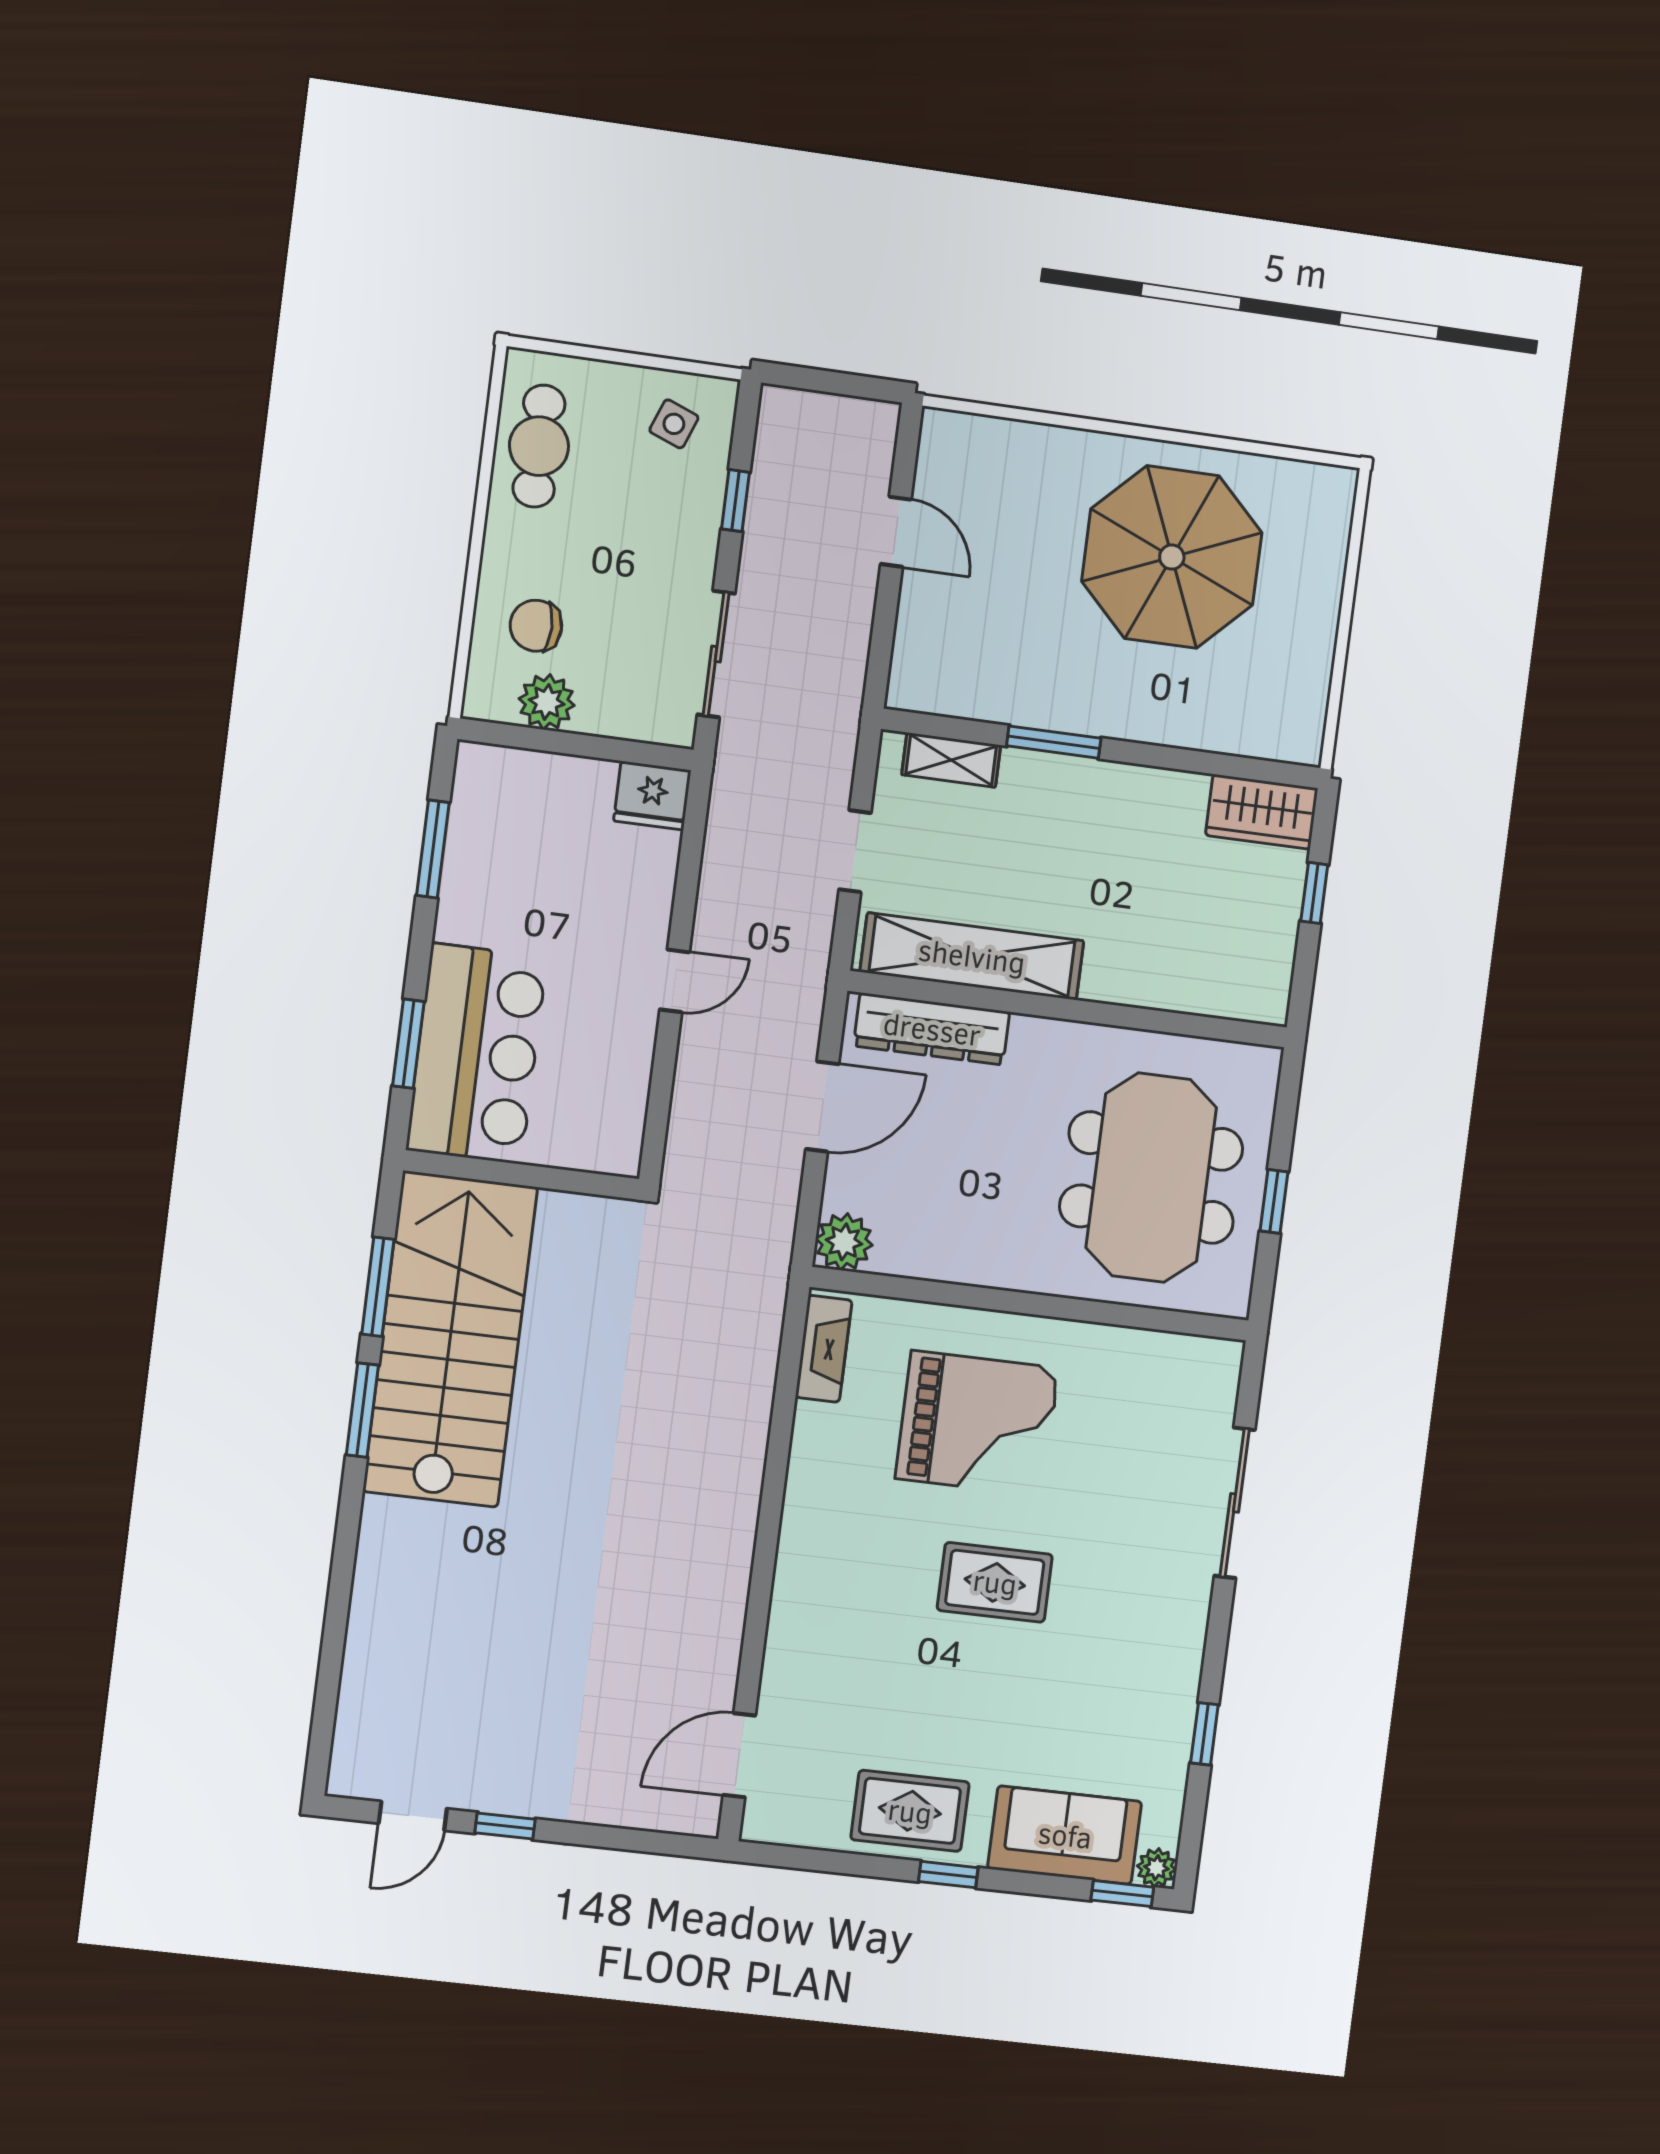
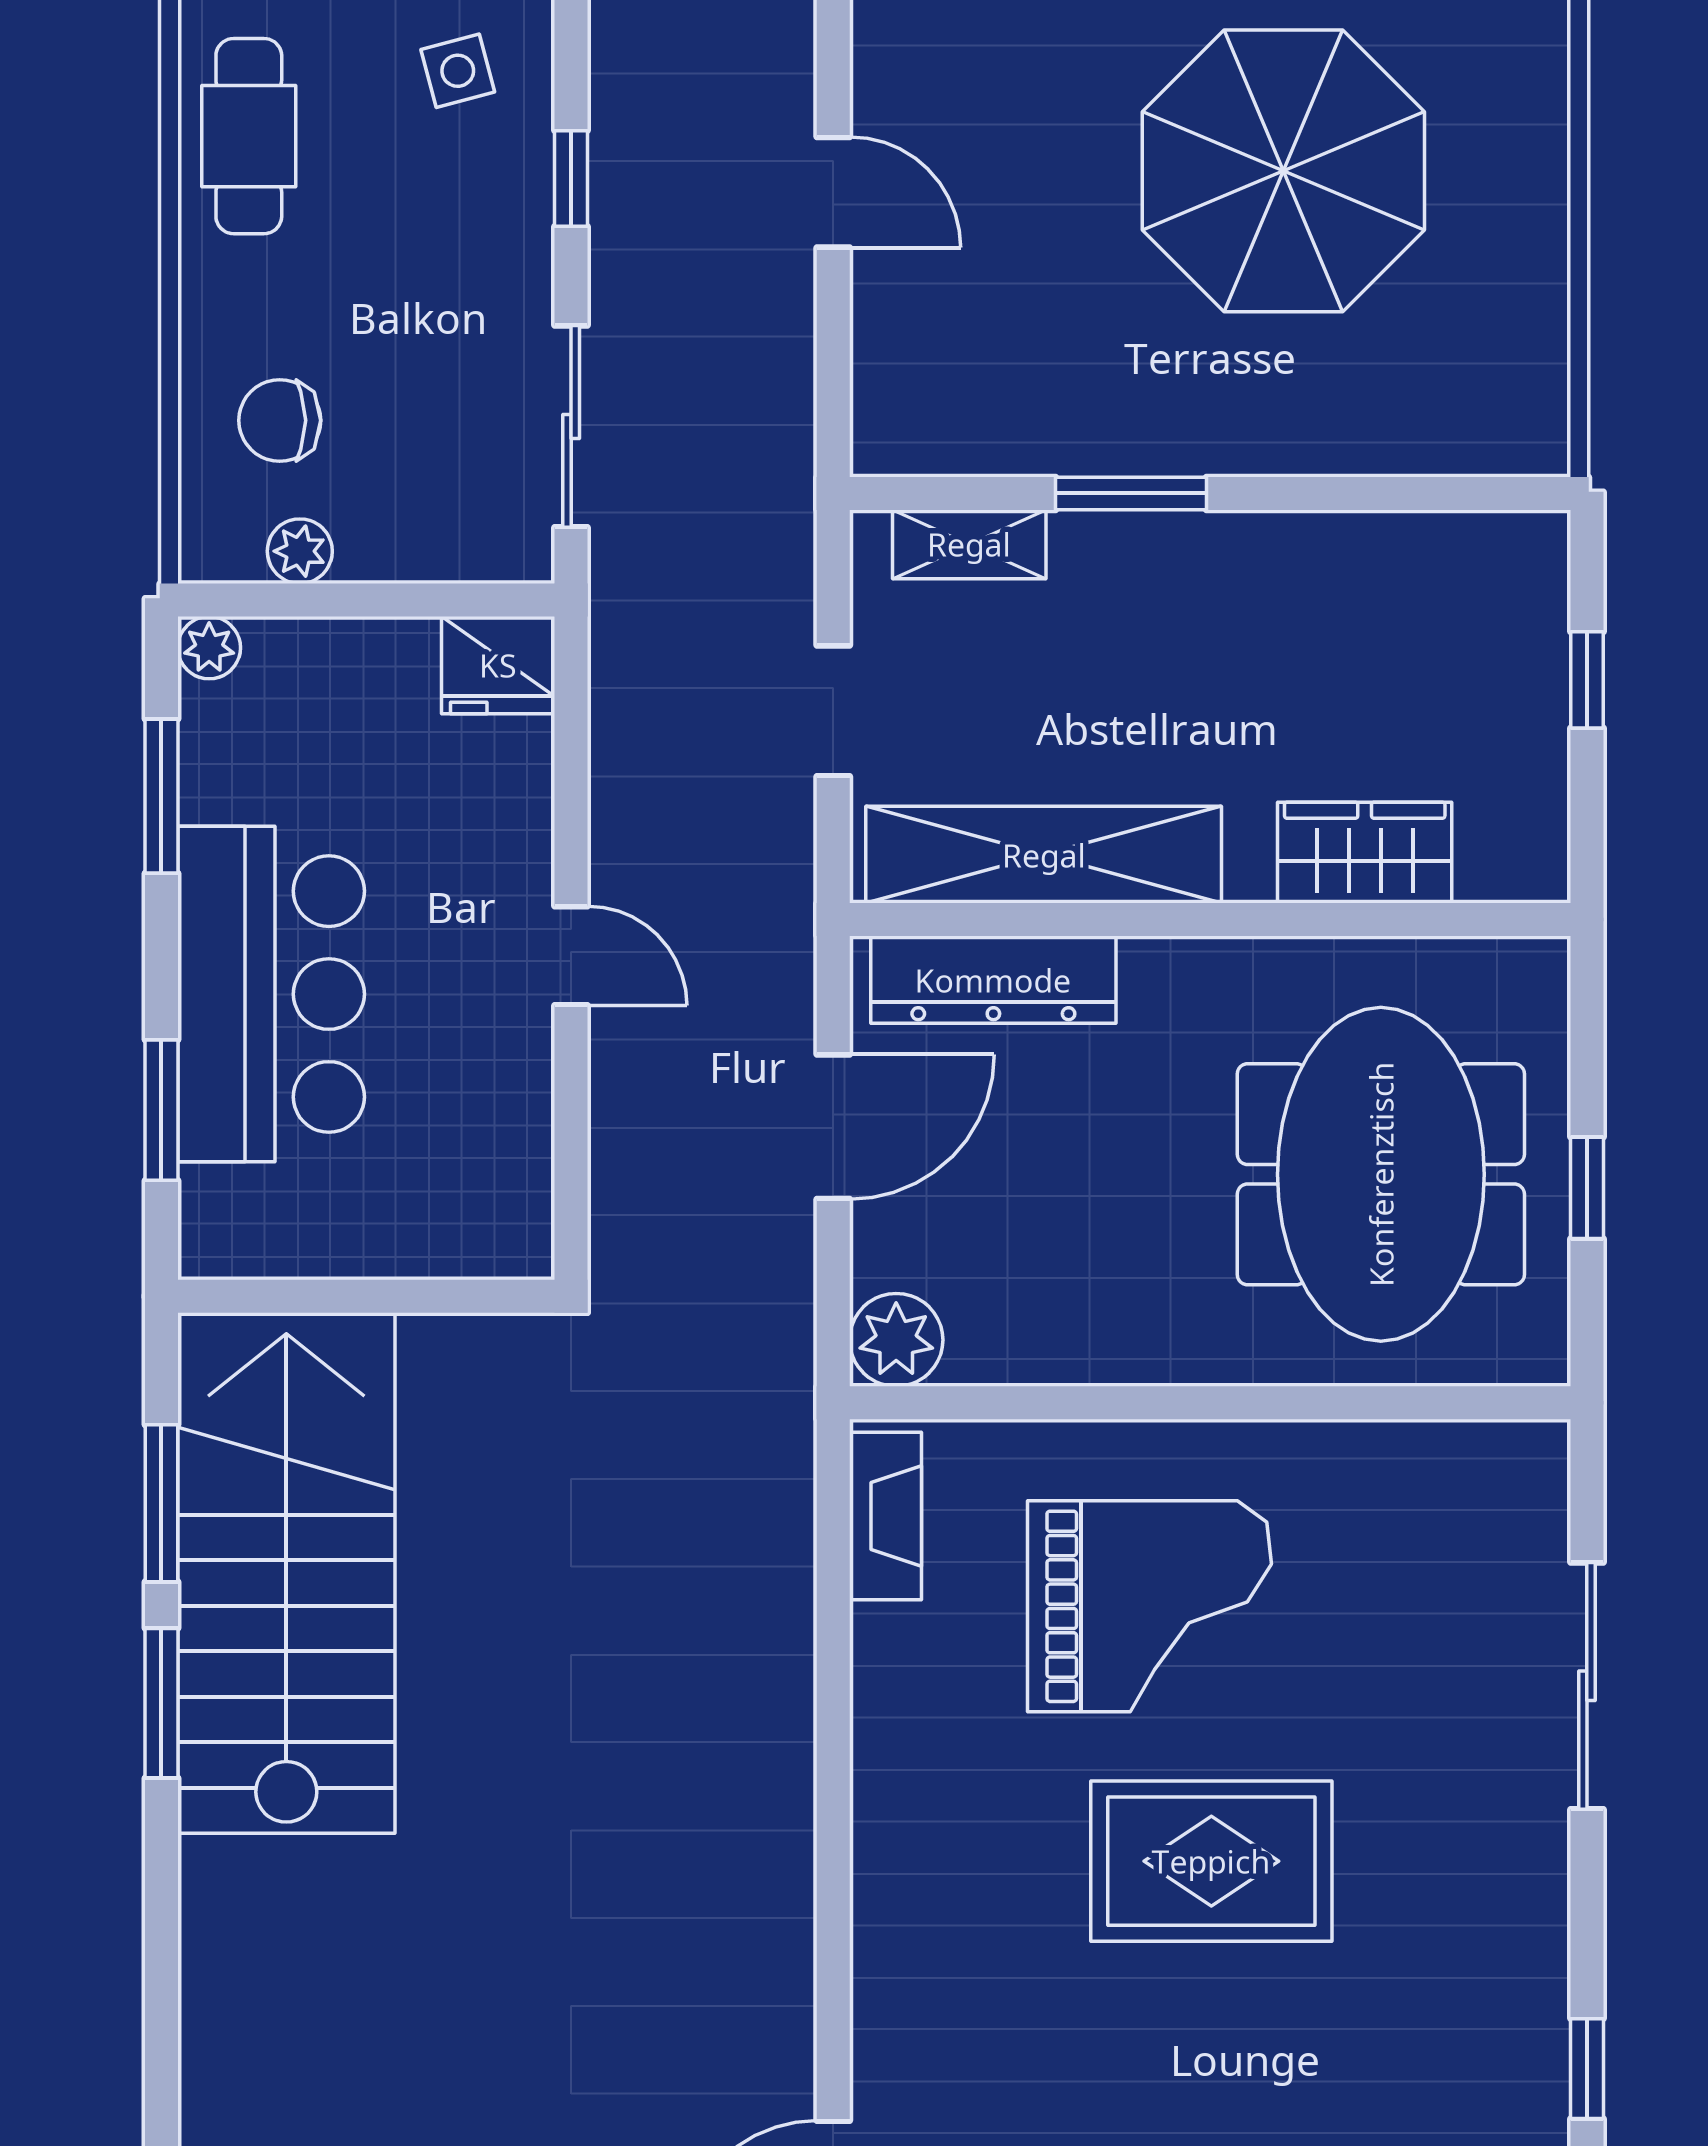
side table: (674, 424) -> (458, 71), turned -36
plant: (547, 702) -> (300, 551), width x0.73, depth x0.73
plant: (474, 761) -> (209, 648), added
wardrobe: (1262, 812) -> (1365, 853), moved, turned 180
door: (675, 981) -> (571, 956), hinge flipped
bar counter: (477, 1054) -> (271, 994), moved
rug: (995, 1582) -> (1211, 1861), width x1.36, depth x1.43

